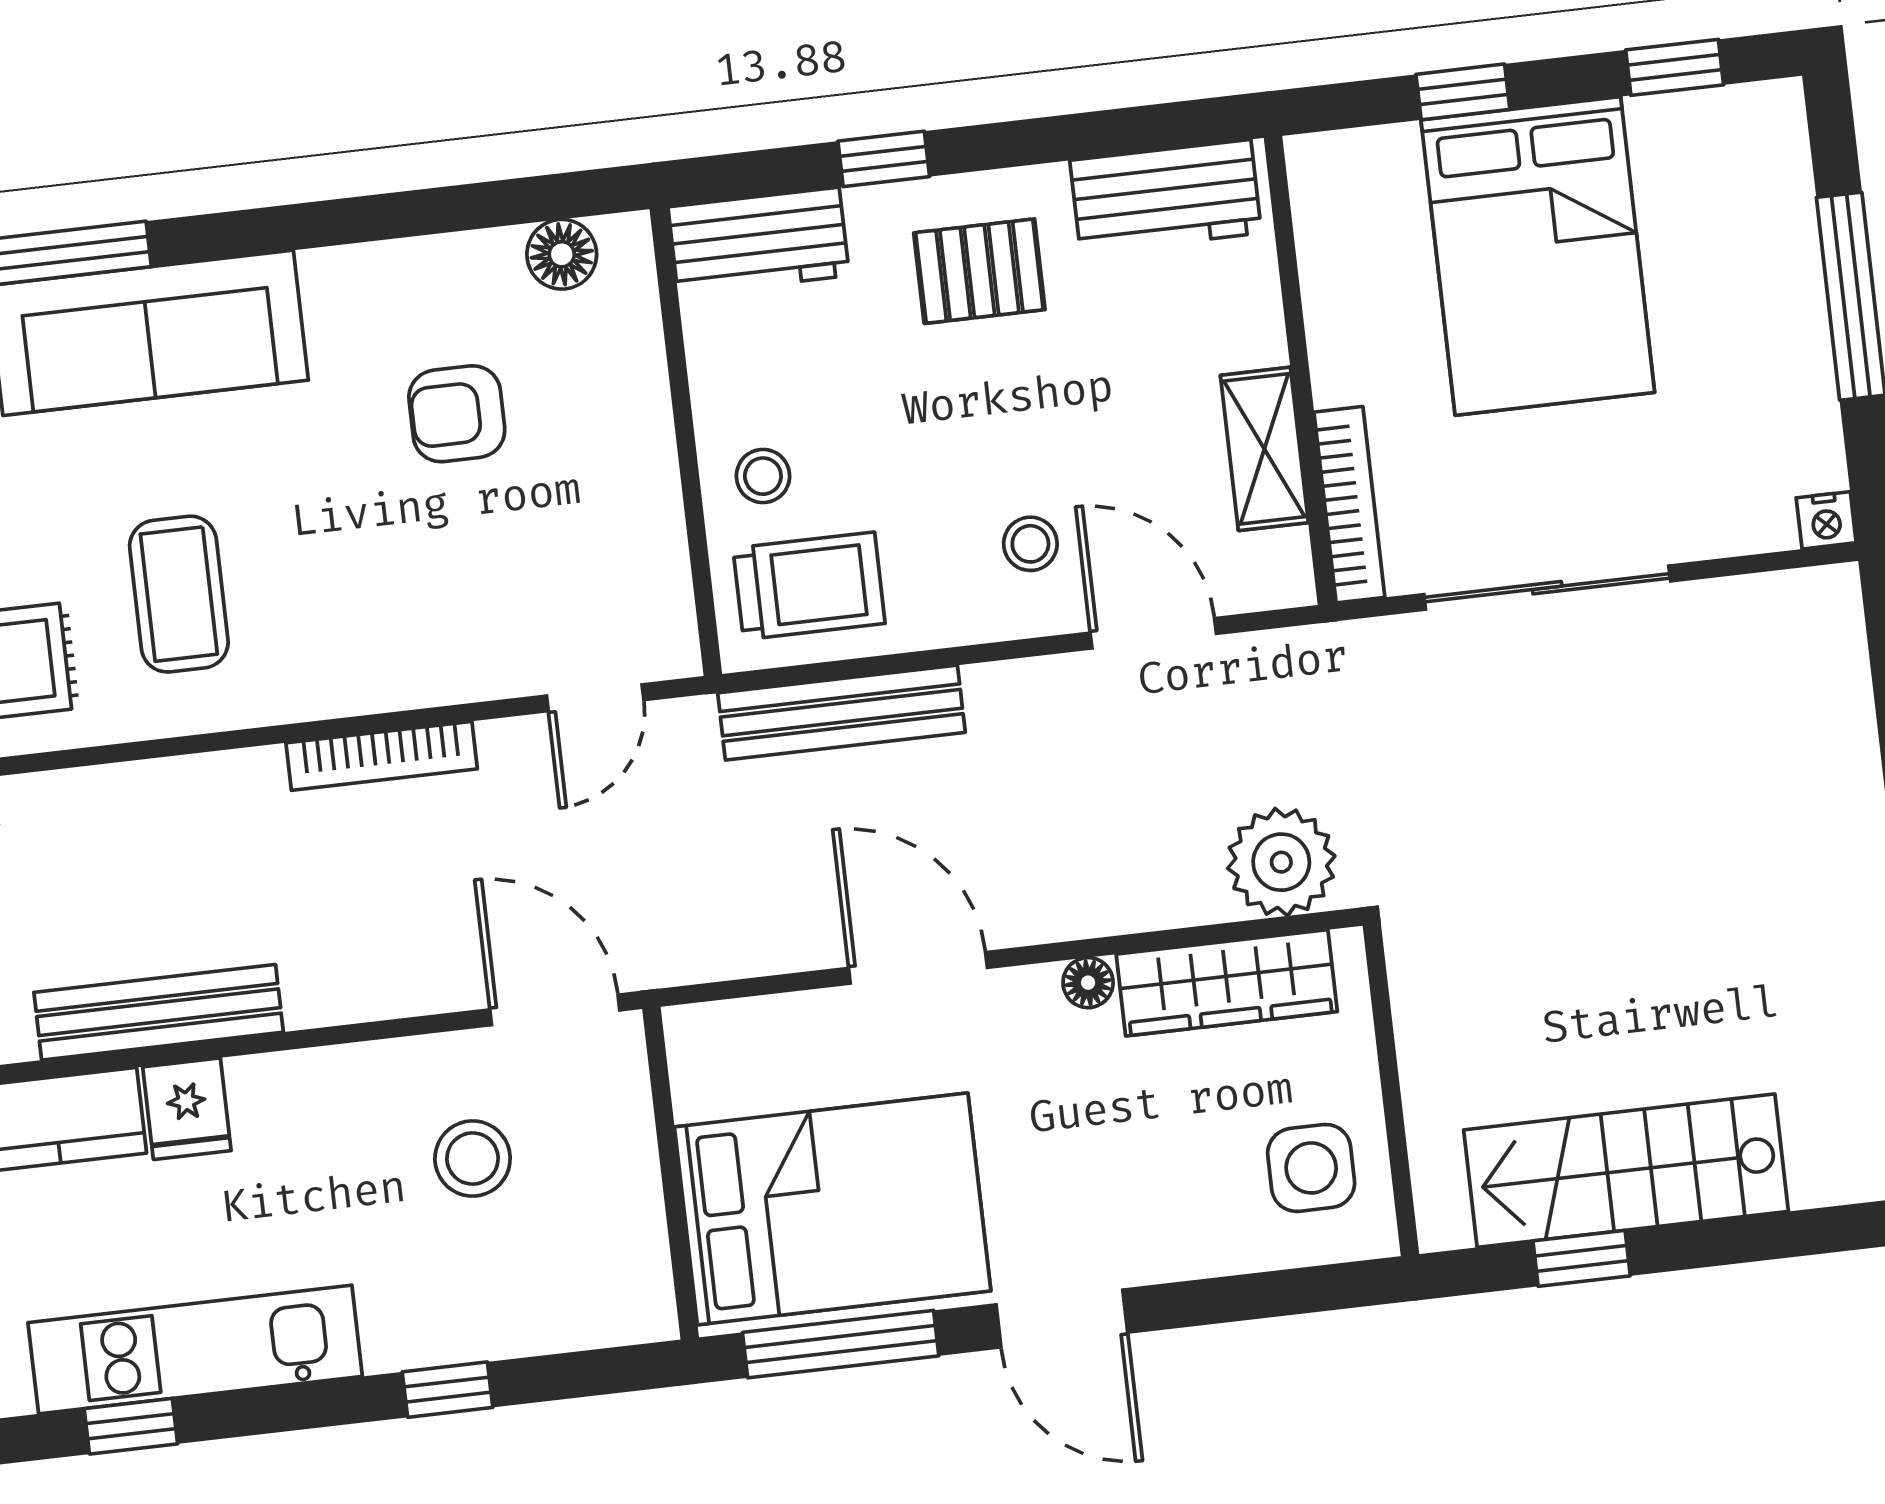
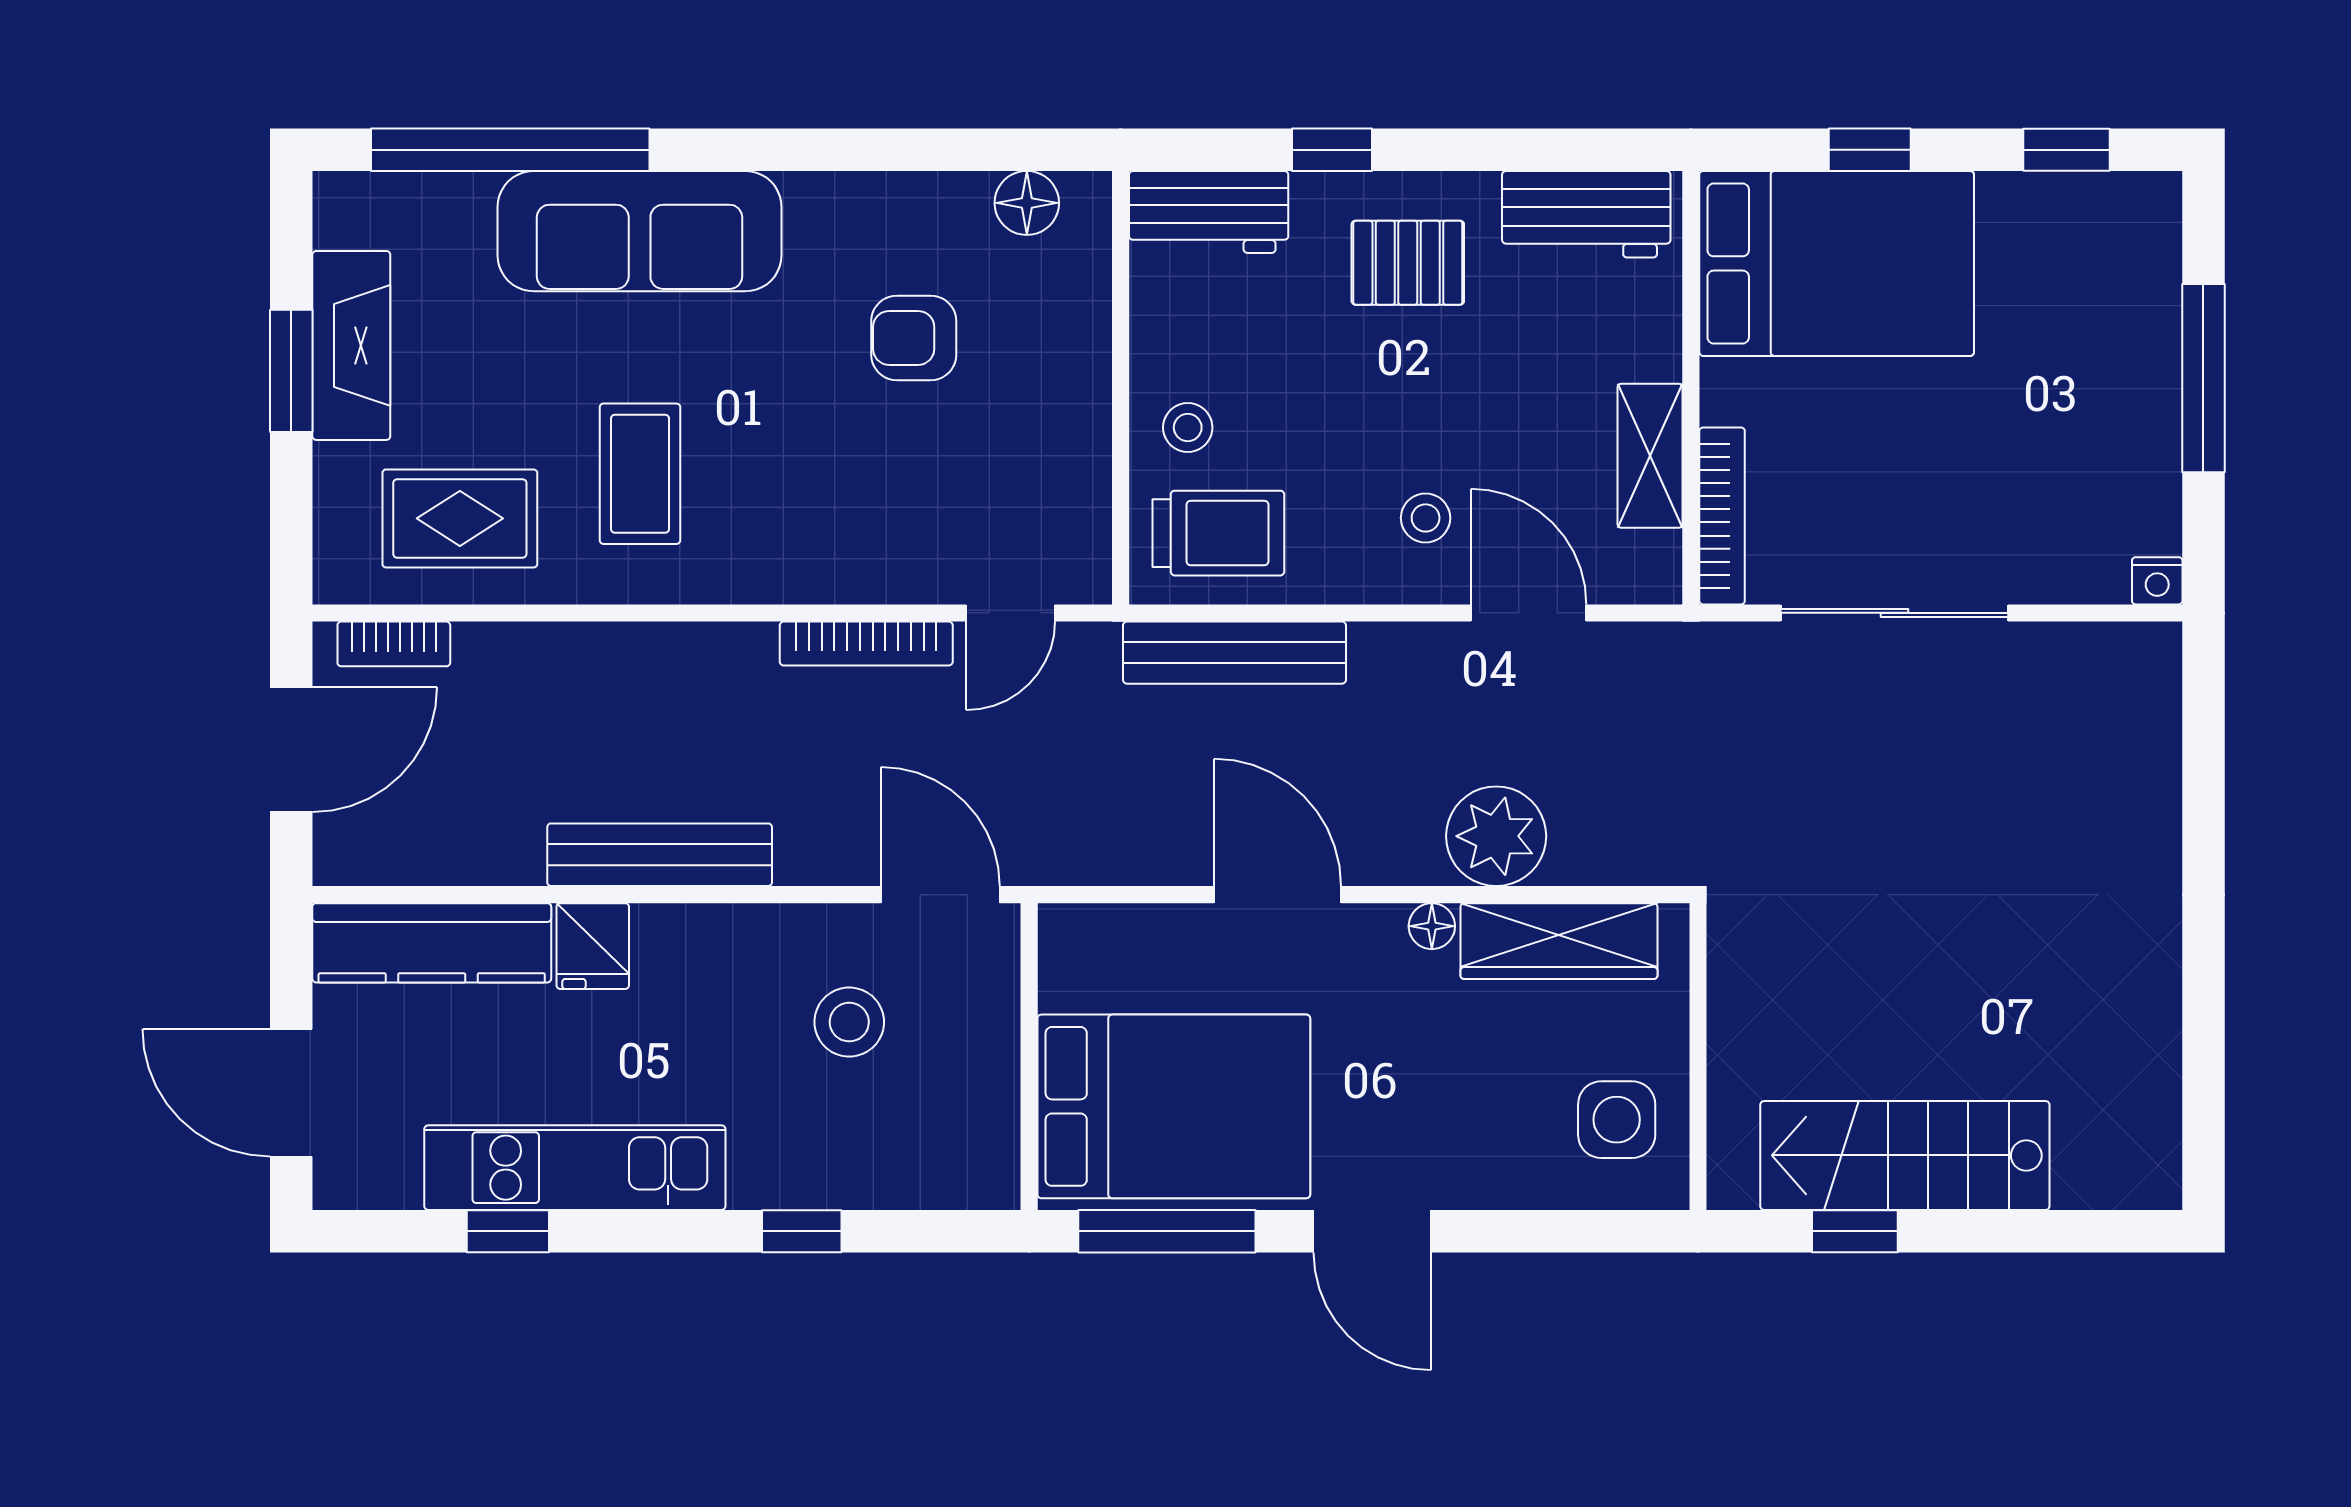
bed: (1538, 256) -> (1837, 263), moved, turned -90
bookcase: (382, 756) -> (866, 644), moved
plant: (1281, 862) -> (1496, 836), moved
bench: (159, 1012) -> (660, 855), moved

